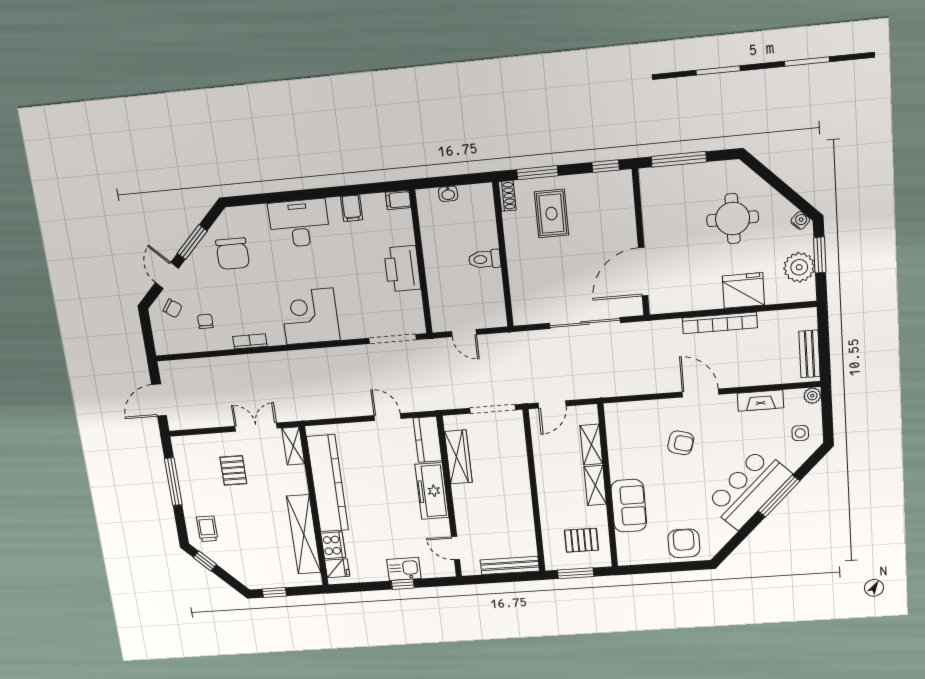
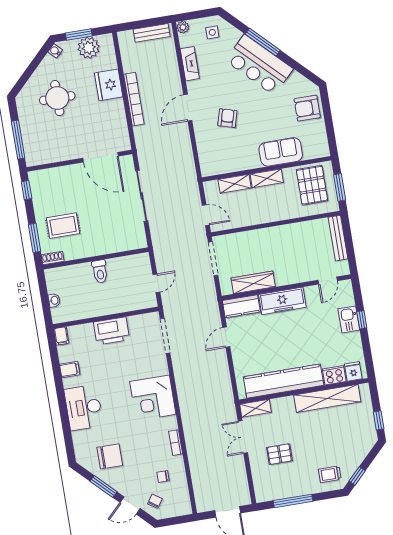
pallet: (581, 540) -> (312, 185), width x1.50, depth x1.42

